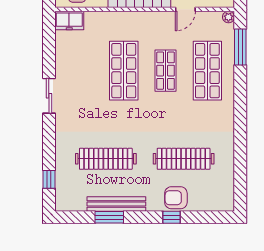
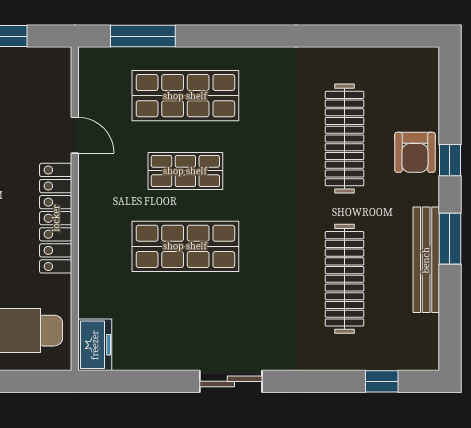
plant: (228, 17) -> (89, 57), removed
window: (109, 217) -> (450, 239), moved

